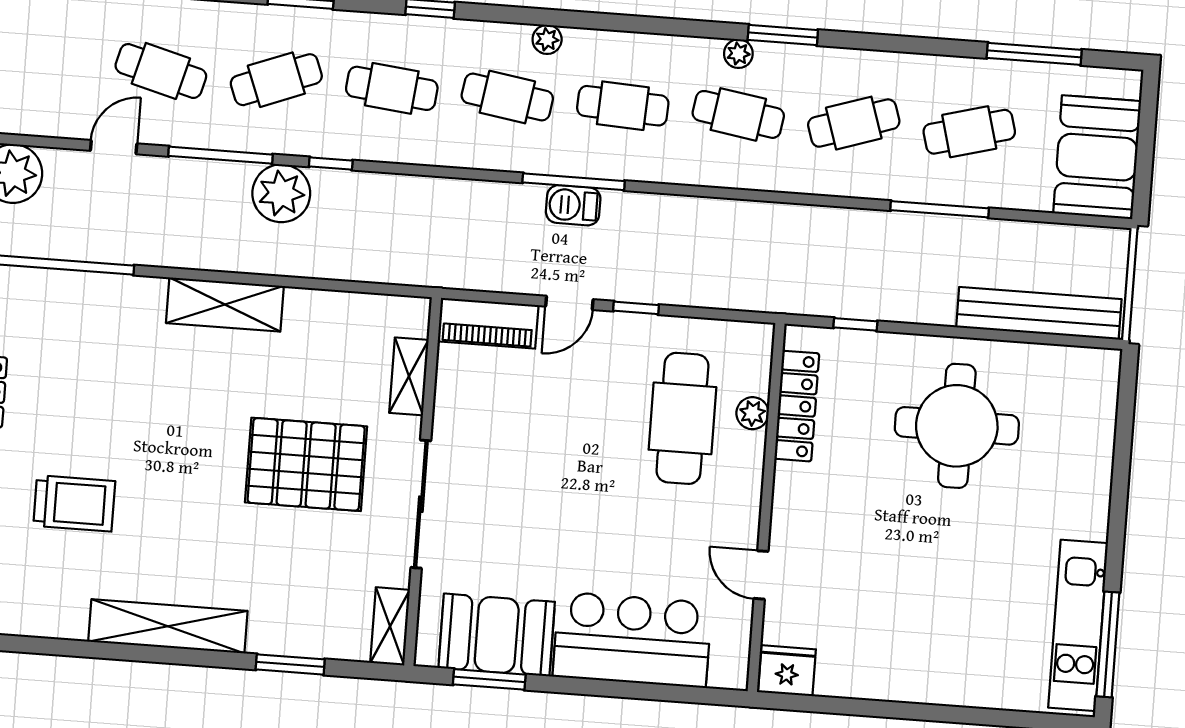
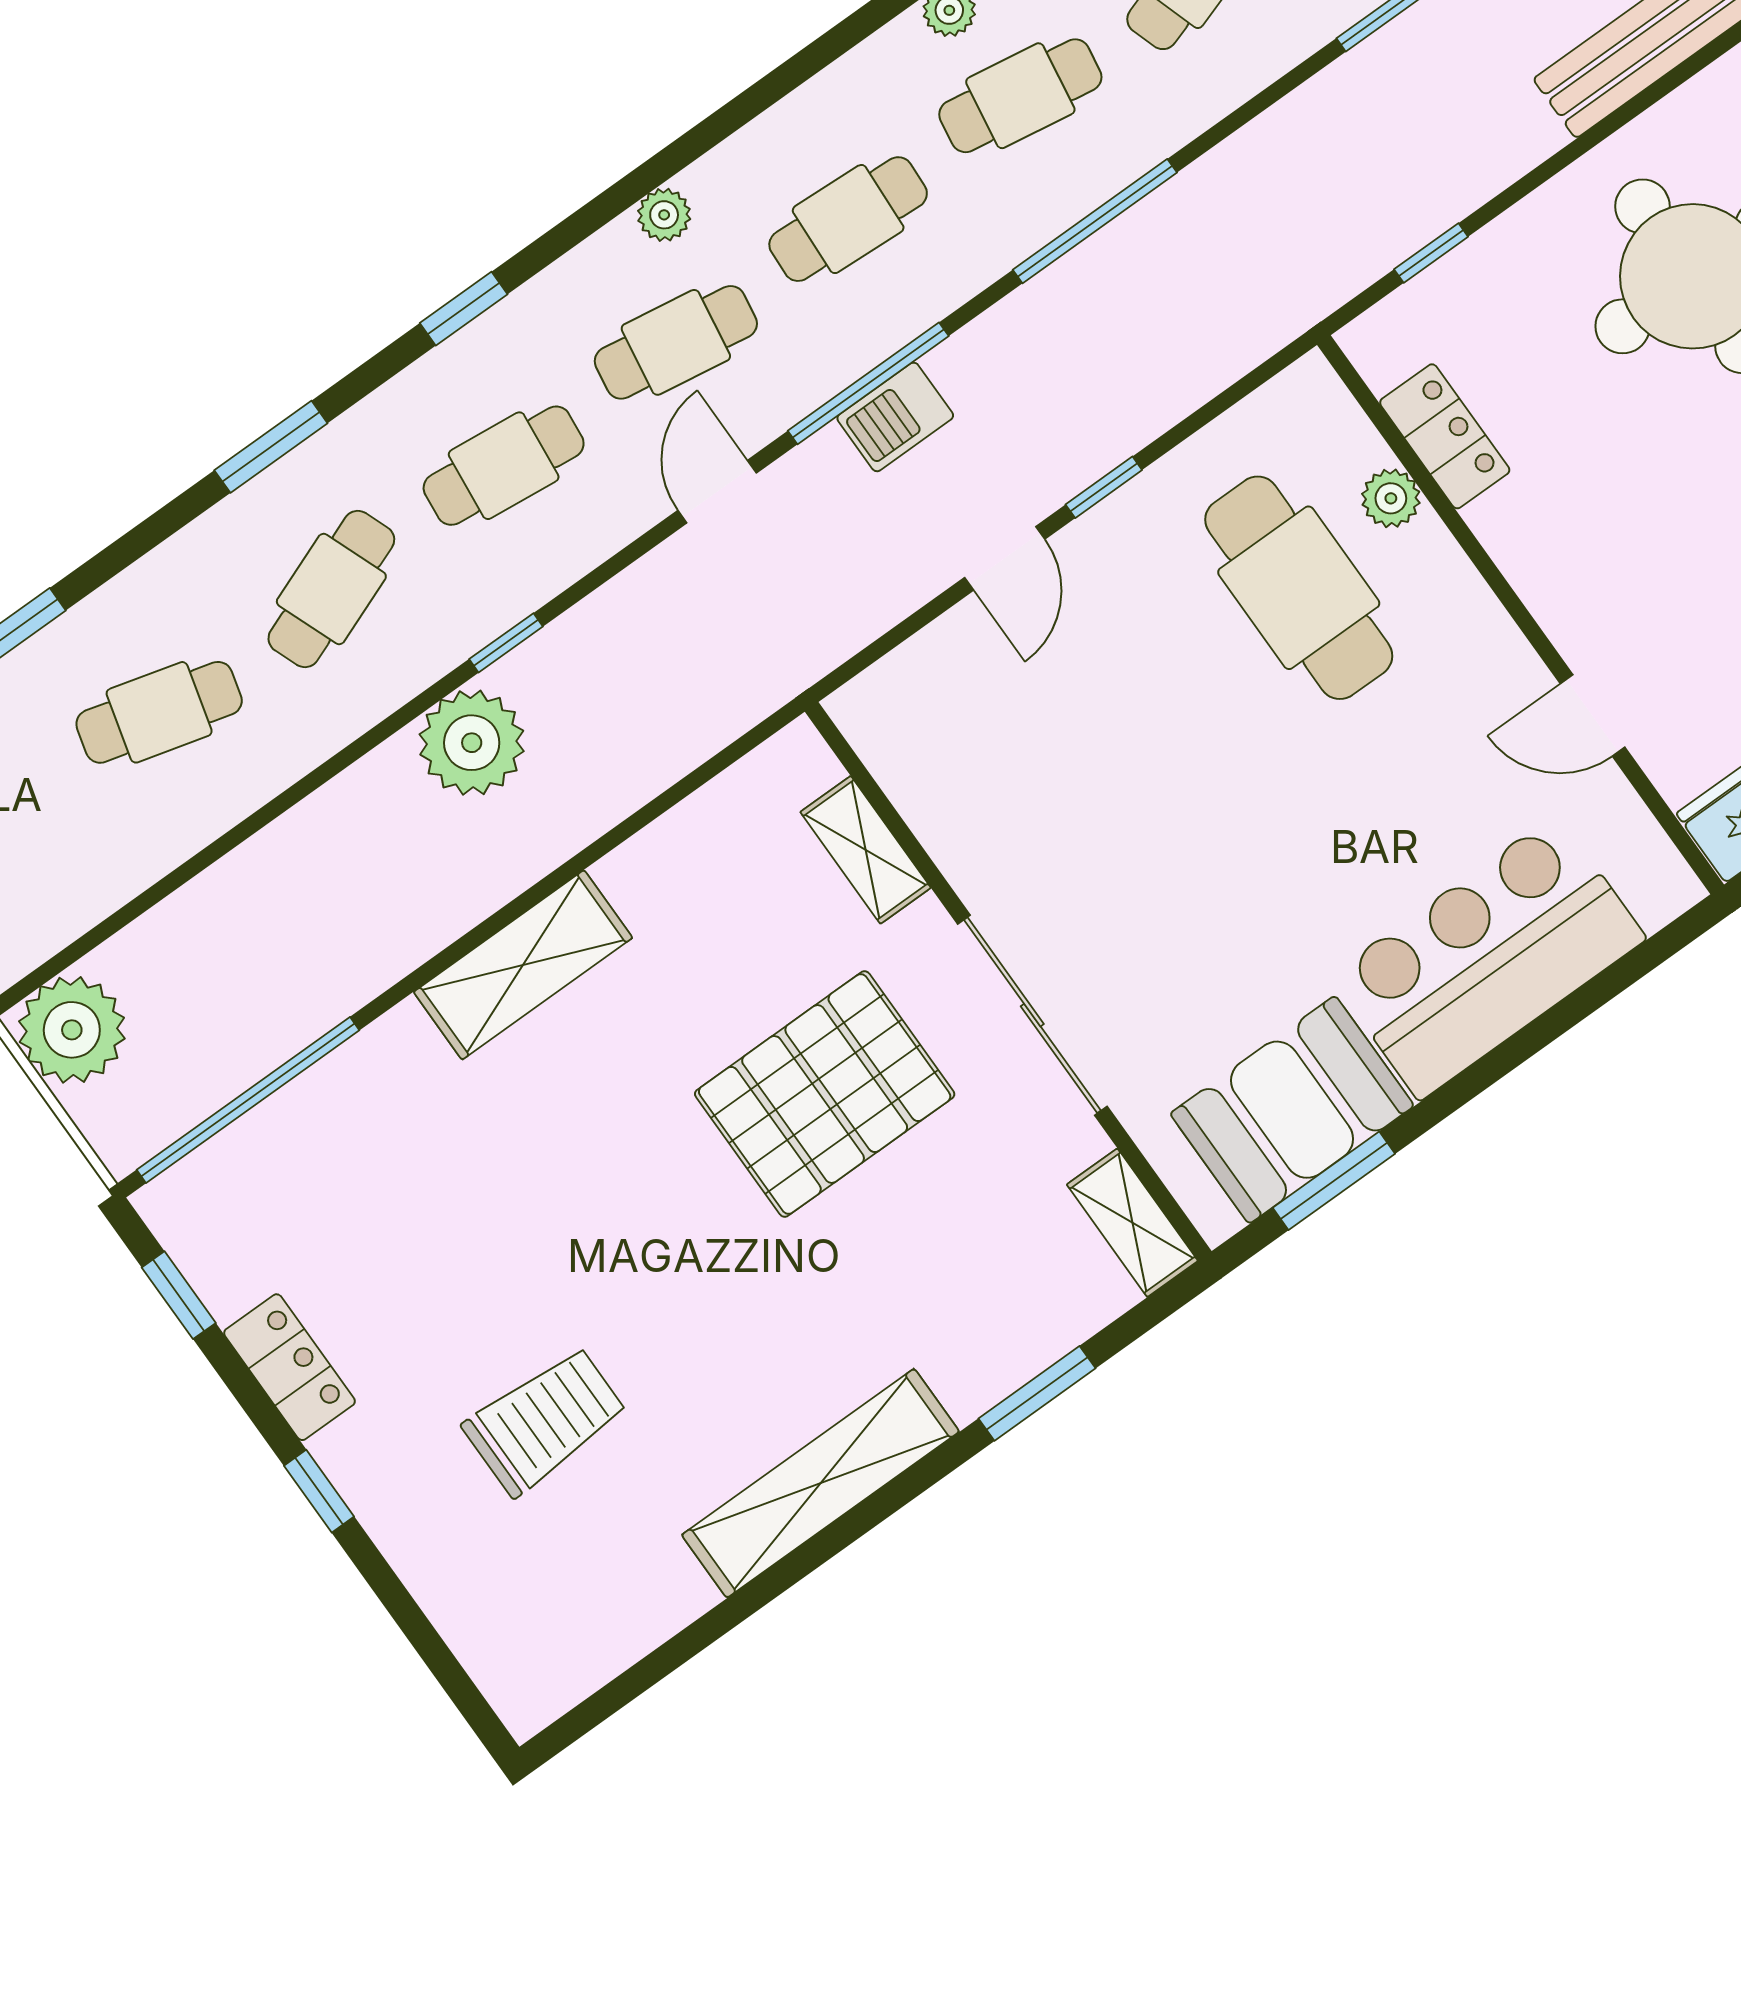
door: (114, 147) -> (717, 492), moved
window: (221, 155) -> (1095, 221), moved
piano: (488, 323) -> (914, 682), removed
locker: (797, 406) -> (1445, 436), width x0.66

